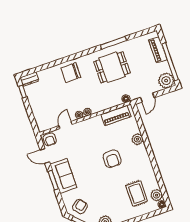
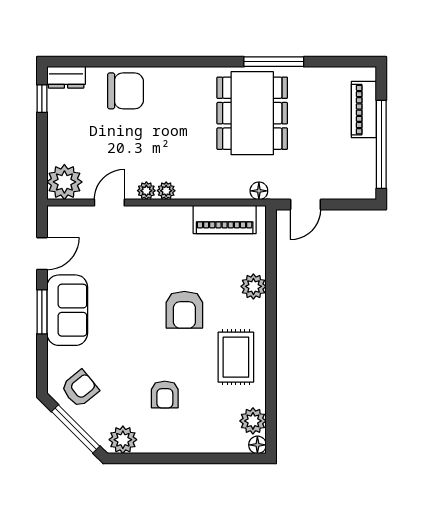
dining table: (112, 67) -> (252, 113), width x1.37
chair: (71, 73) -> (126, 91), moved, turned 180
plant: (166, 81) -> (64, 182), moved
armchair: (50, 139) -> (165, 395), moved
door: (45, 156) -> (42, 254), swing flipped
rug: (137, 193) -> (236, 357), moved

